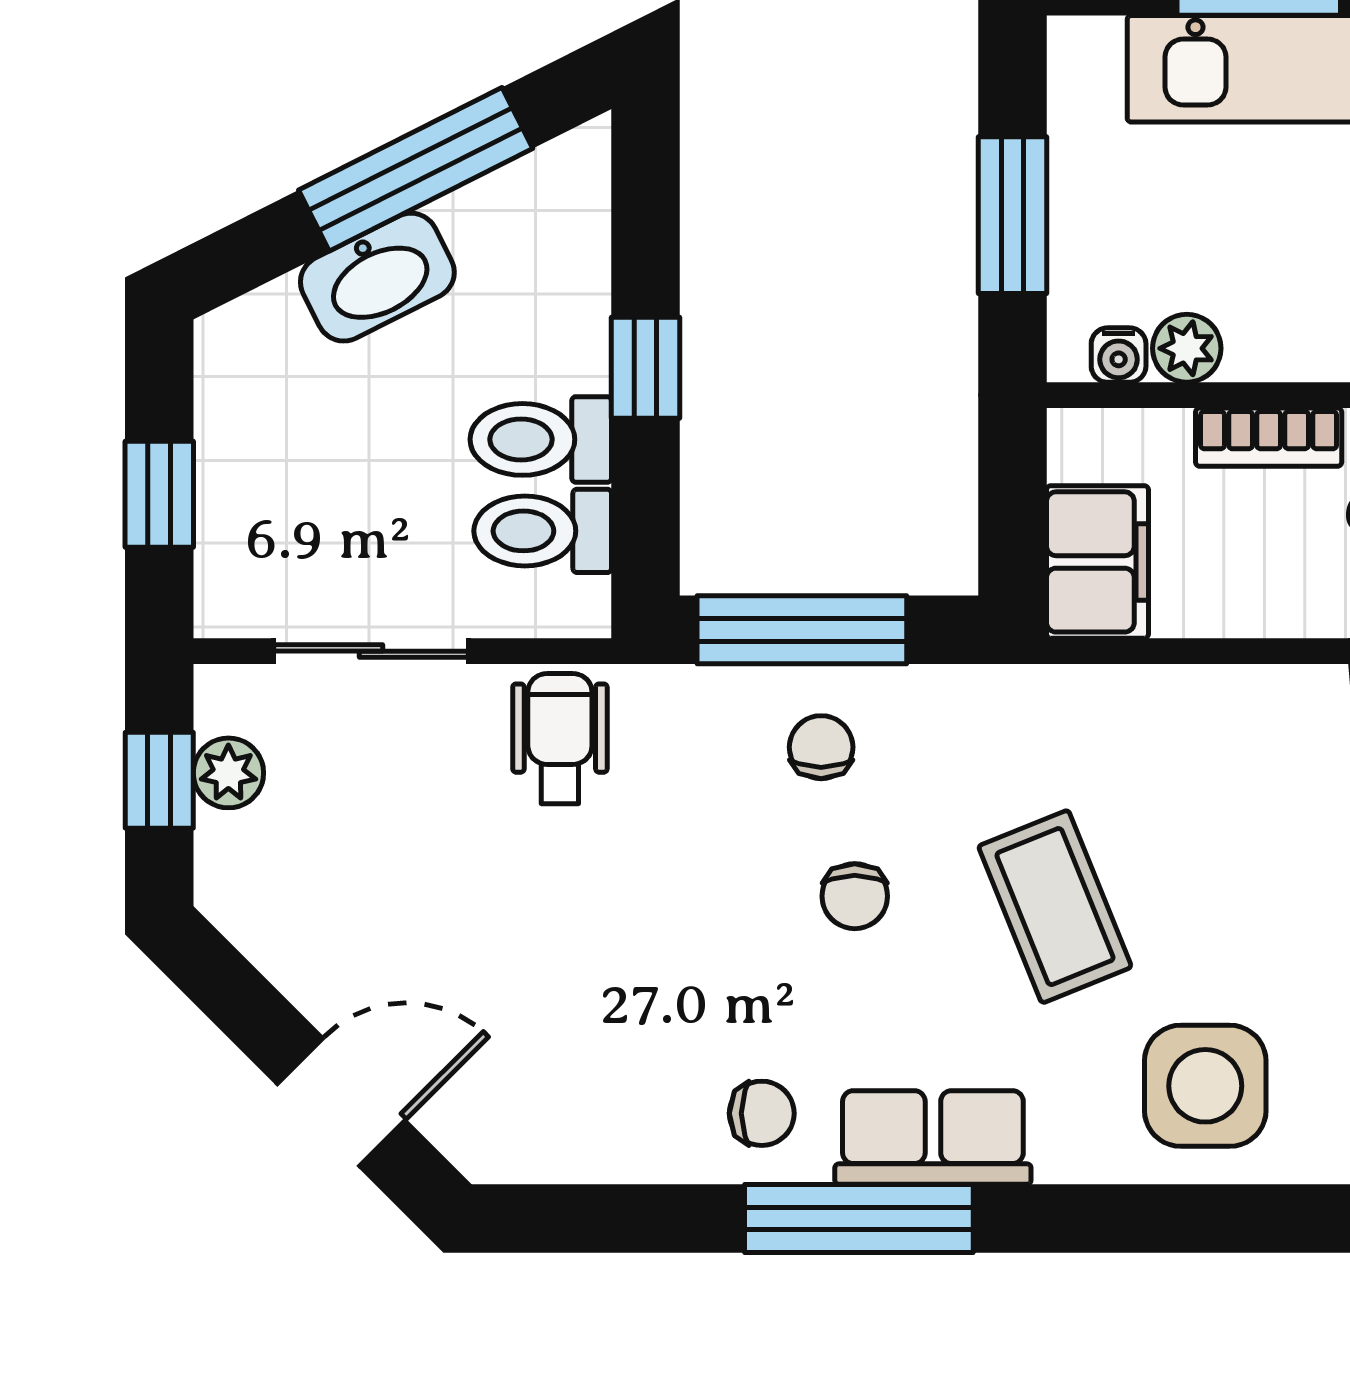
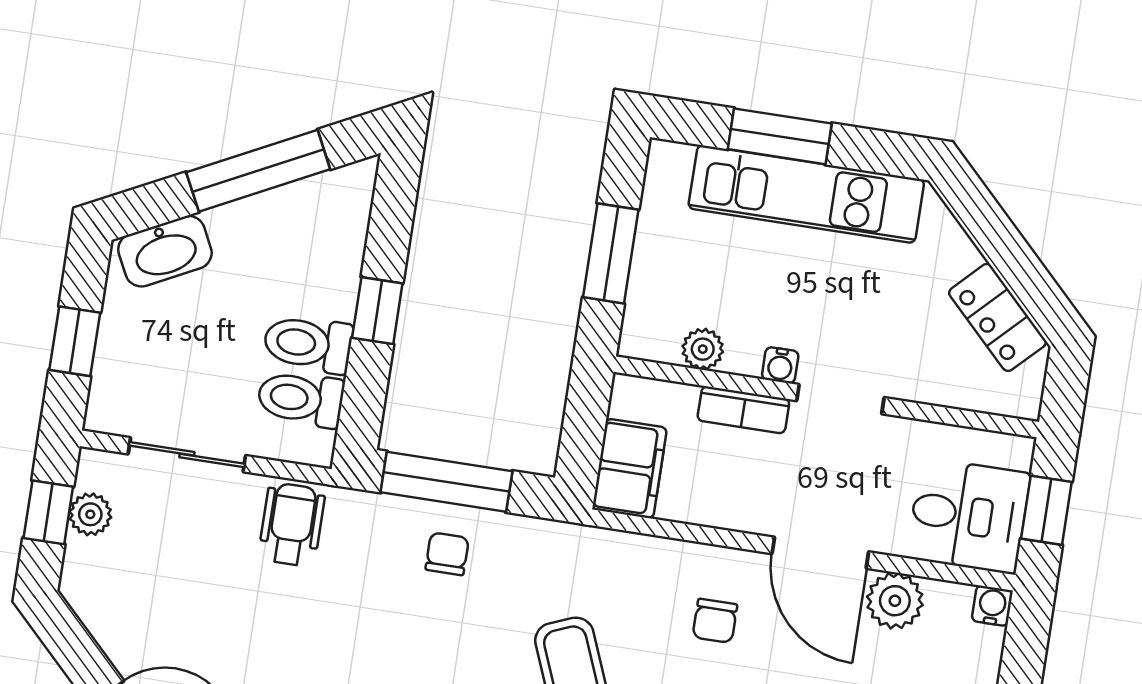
washbasin: (377, 277) -> (165, 251), moved
water cooler: (1119, 355) -> (780, 365), moved
chair: (855, 896) -> (715, 621), moved

